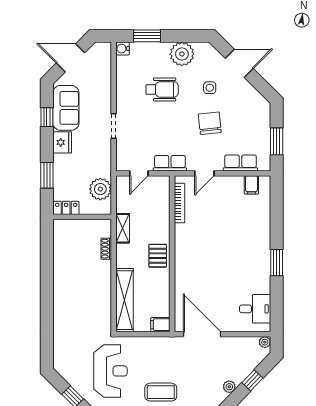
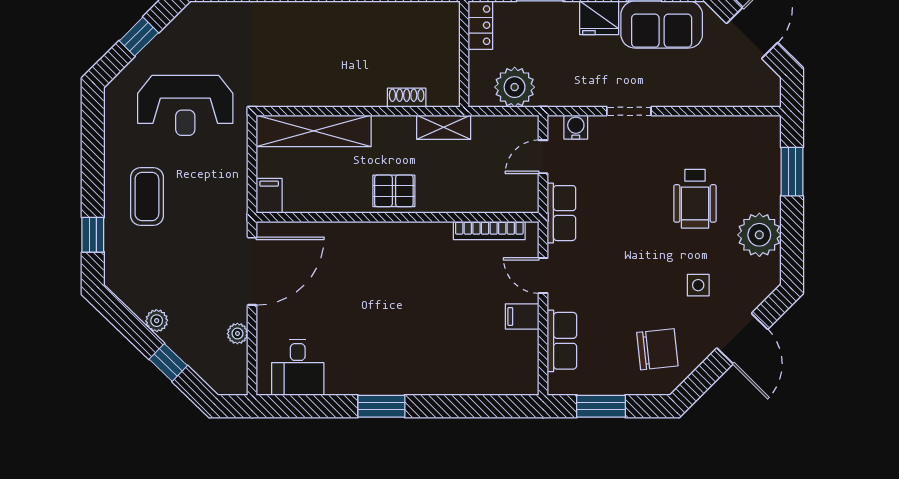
water cooler: (122, 49) -> (576, 127), moved
chair: (210, 123) -> (657, 349), moved
door: (139, 173) -> (543, 157), hinge flipped
filing cabinet: (251, 185) -> (522, 316), moved
plant: (265, 342) -> (237, 334), moved

